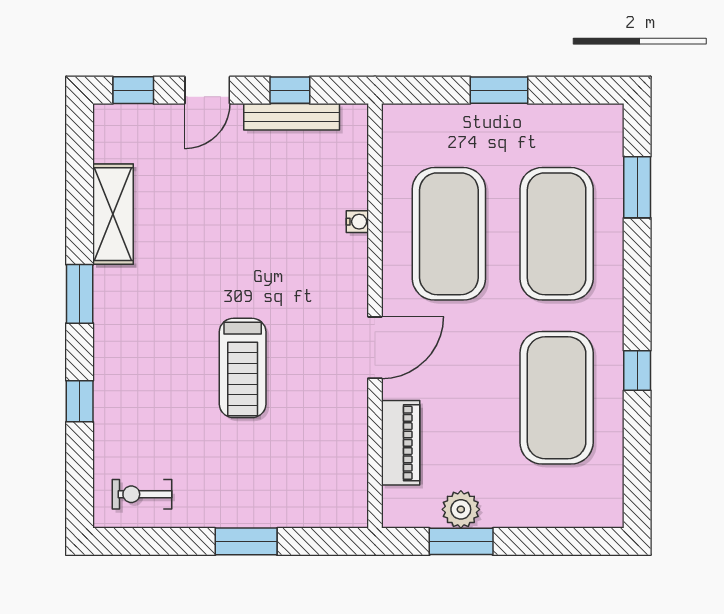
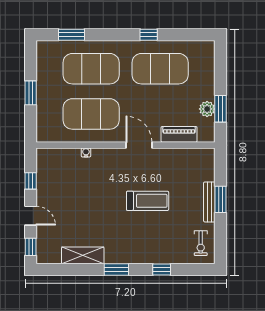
bench: (292, 117) -> (209, 202), moved

